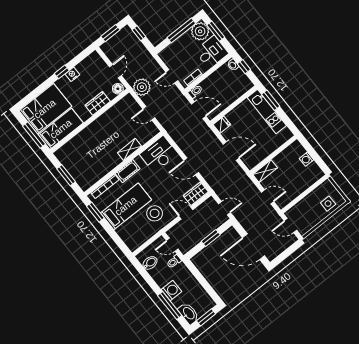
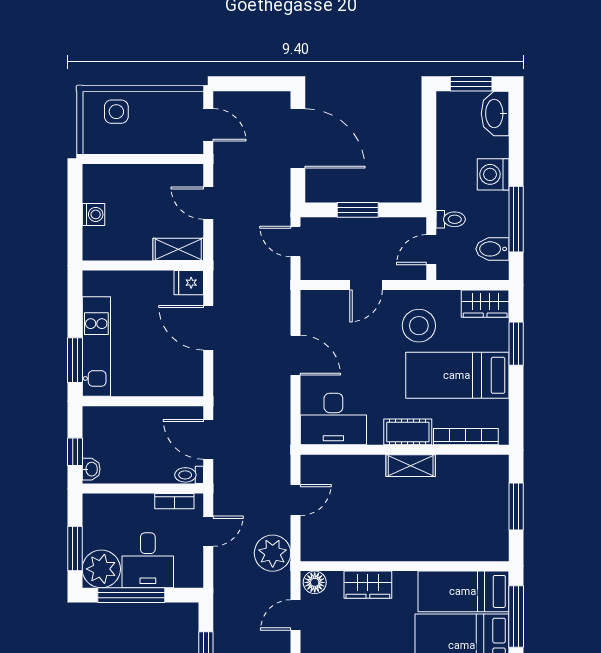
desk: (212, 52) -> (148, 560), moved, turned -90
door: (172, 76) -> (208, 531), hinge flipped
door: (149, 113) -> (296, 500), hinge flipped
fridge: (222, 125) -> (189, 283), moved
shelving: (129, 149) -> (411, 466), moved
wardrobe: (196, 194) -> (485, 304), moved
window: (95, 212) -> (516, 344), moved
door: (186, 213) -> (366, 285), hinge flipped
door: (172, 245) -> (431, 250), swing flipped
window: (170, 305) -> (516, 219), moved

